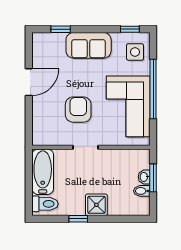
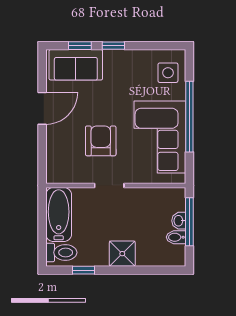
window: (130, 29) -> (113, 46), moved
sofa: (89, 45) -> (76, 65), moved
window: (153, 178) -> (189, 222), width x1.44
window: (78, 219) -> (83, 270), moved

